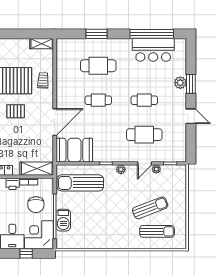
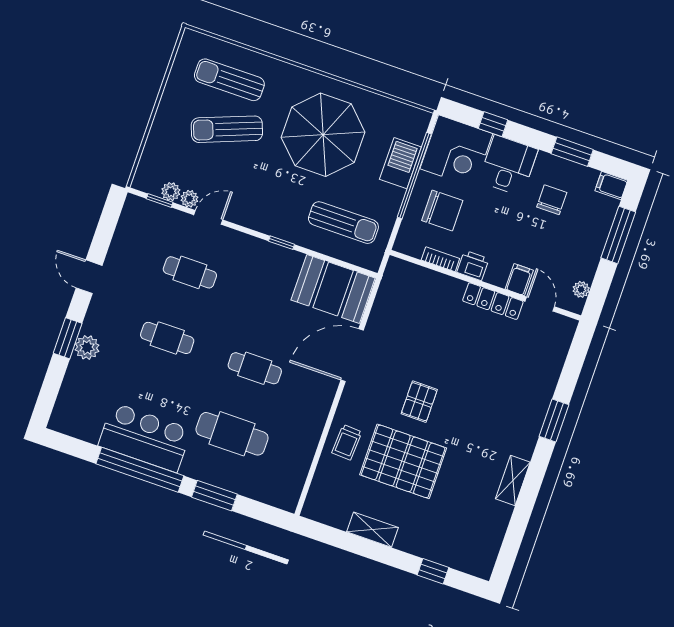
window: (152, 34) -> (140, 470), moved
shelving: (42, 44) -> (372, 530), moved
bar counter: (153, 50) -> (145, 437), moved
pallet: (16, 111) -> (419, 402), turned 90
cafe table: (144, 135) -> (190, 272), width x0.73, depth x0.74
shelving: (37, 169) -> (417, 279), removed
plant: (121, 169) -> (171, 192), moved
sun lounger: (80, 183) -> (343, 223), width x0.73, depth x0.75
chair: (36, 205) -> (442, 211), turned 90
parasol: (104, 221) -> (323, 135), added

